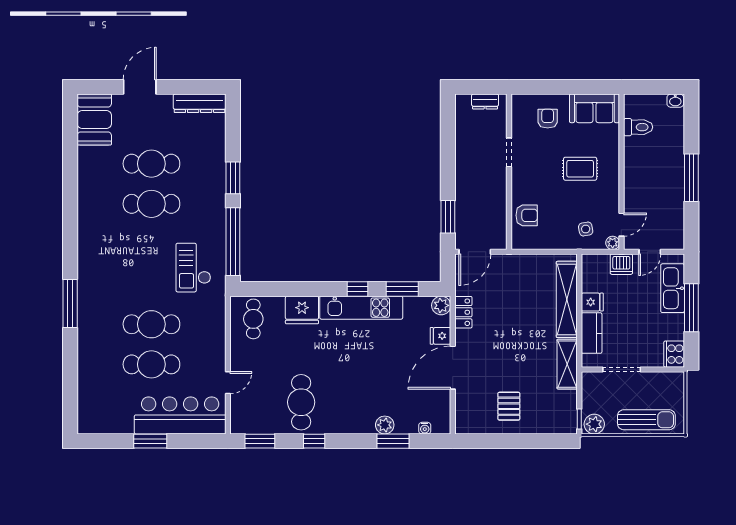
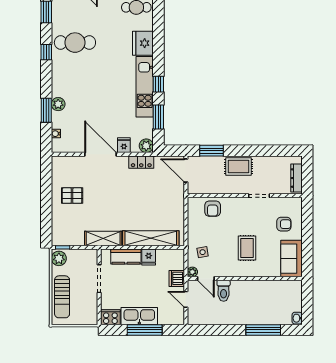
dresser: (485, 101) -> (296, 178), width x1.44
toilet: (638, 127) -> (224, 291), moved
window: (691, 178) -> (263, 330), moved
rug: (469, 180) -> (238, 167), added
kitchen sink: (673, 288) -> (139, 316), moved

